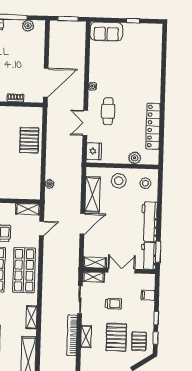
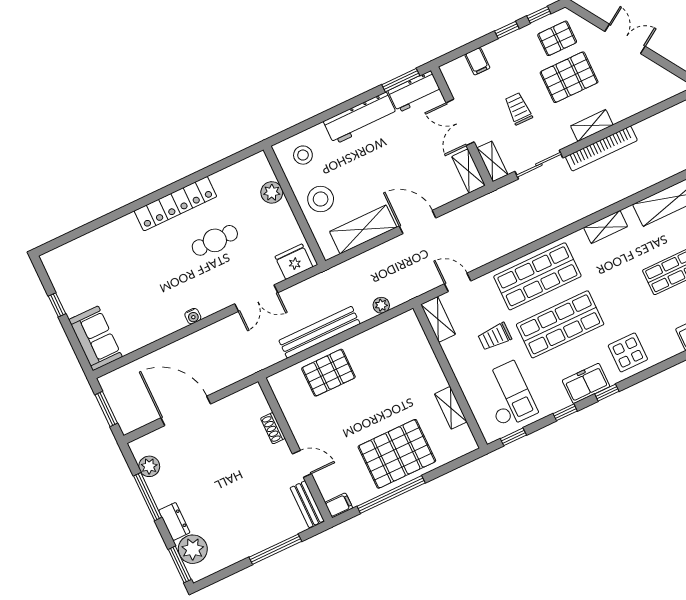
door: (46, 83) -> (186, 411), moved
cafe table: (108, 111) -> (215, 240), moved
locker: (153, 126) -> (175, 204), moved
bench: (52, 146) -> (319, 332), added

